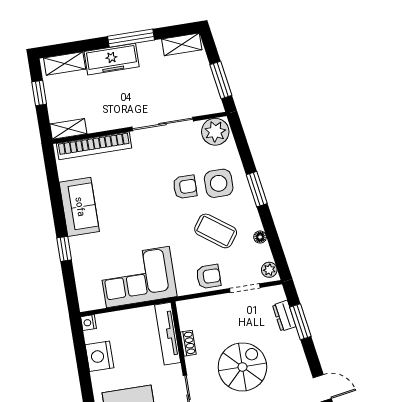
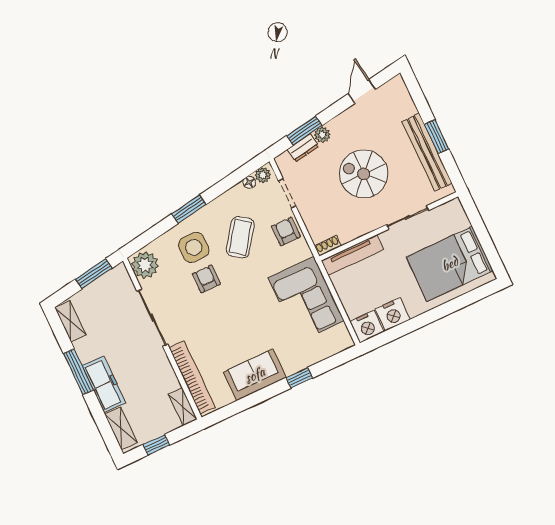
floor lamp: (260, 237) -> (249, 182), moved
nightstand: (88, 323) -> (367, 327), width x1.89, depth x1.79
plant: (292, 338) -> (322, 135), added
shoe rack: (188, 343) -> (328, 246), moved

